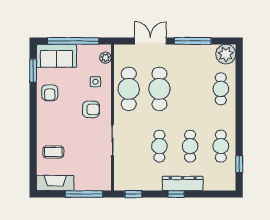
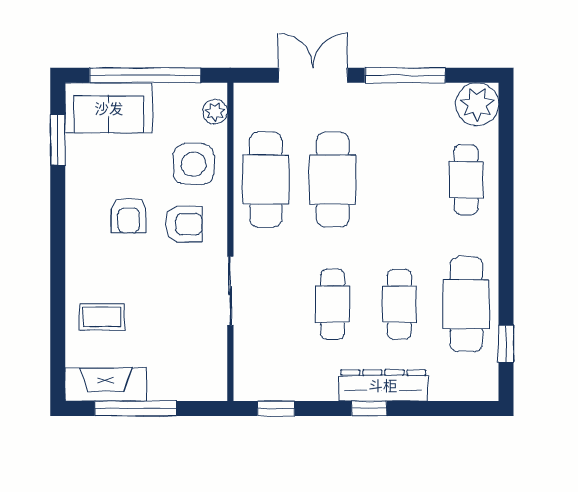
side table: (95, 82) -> (193, 164), width x1.87, depth x1.87
armchair: (50, 93) -> (129, 215), moved
cafe table: (221, 146) -> (466, 304), width x1.37, depth x1.35
window: (84, 194) -> (136, 409), moved

